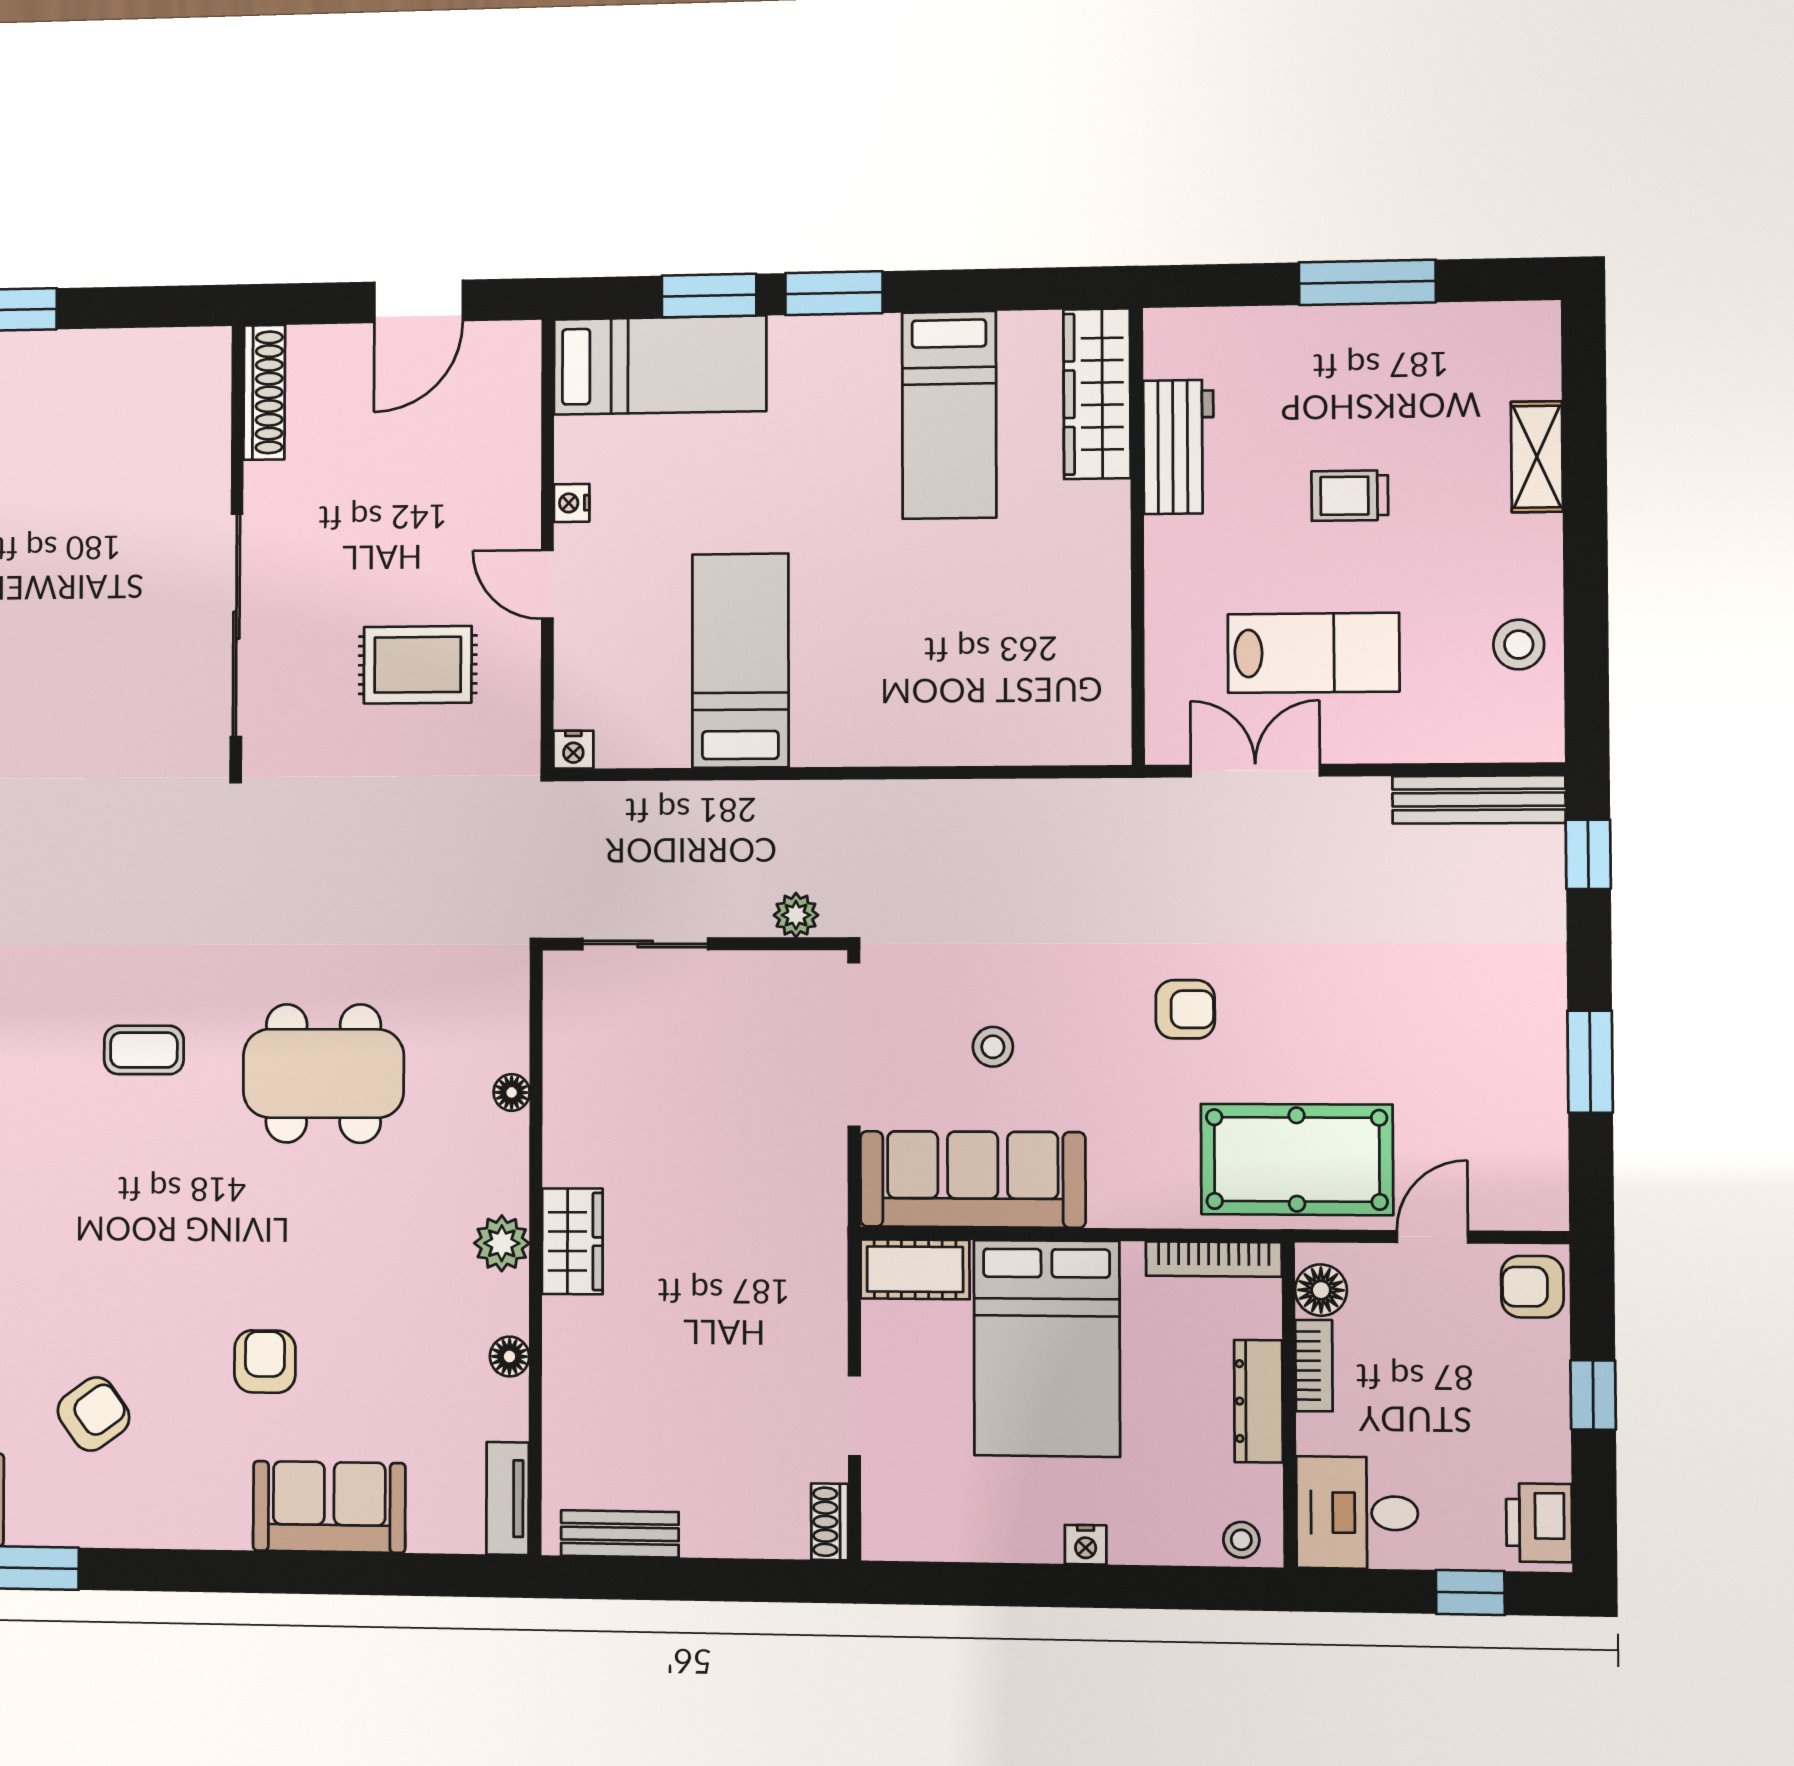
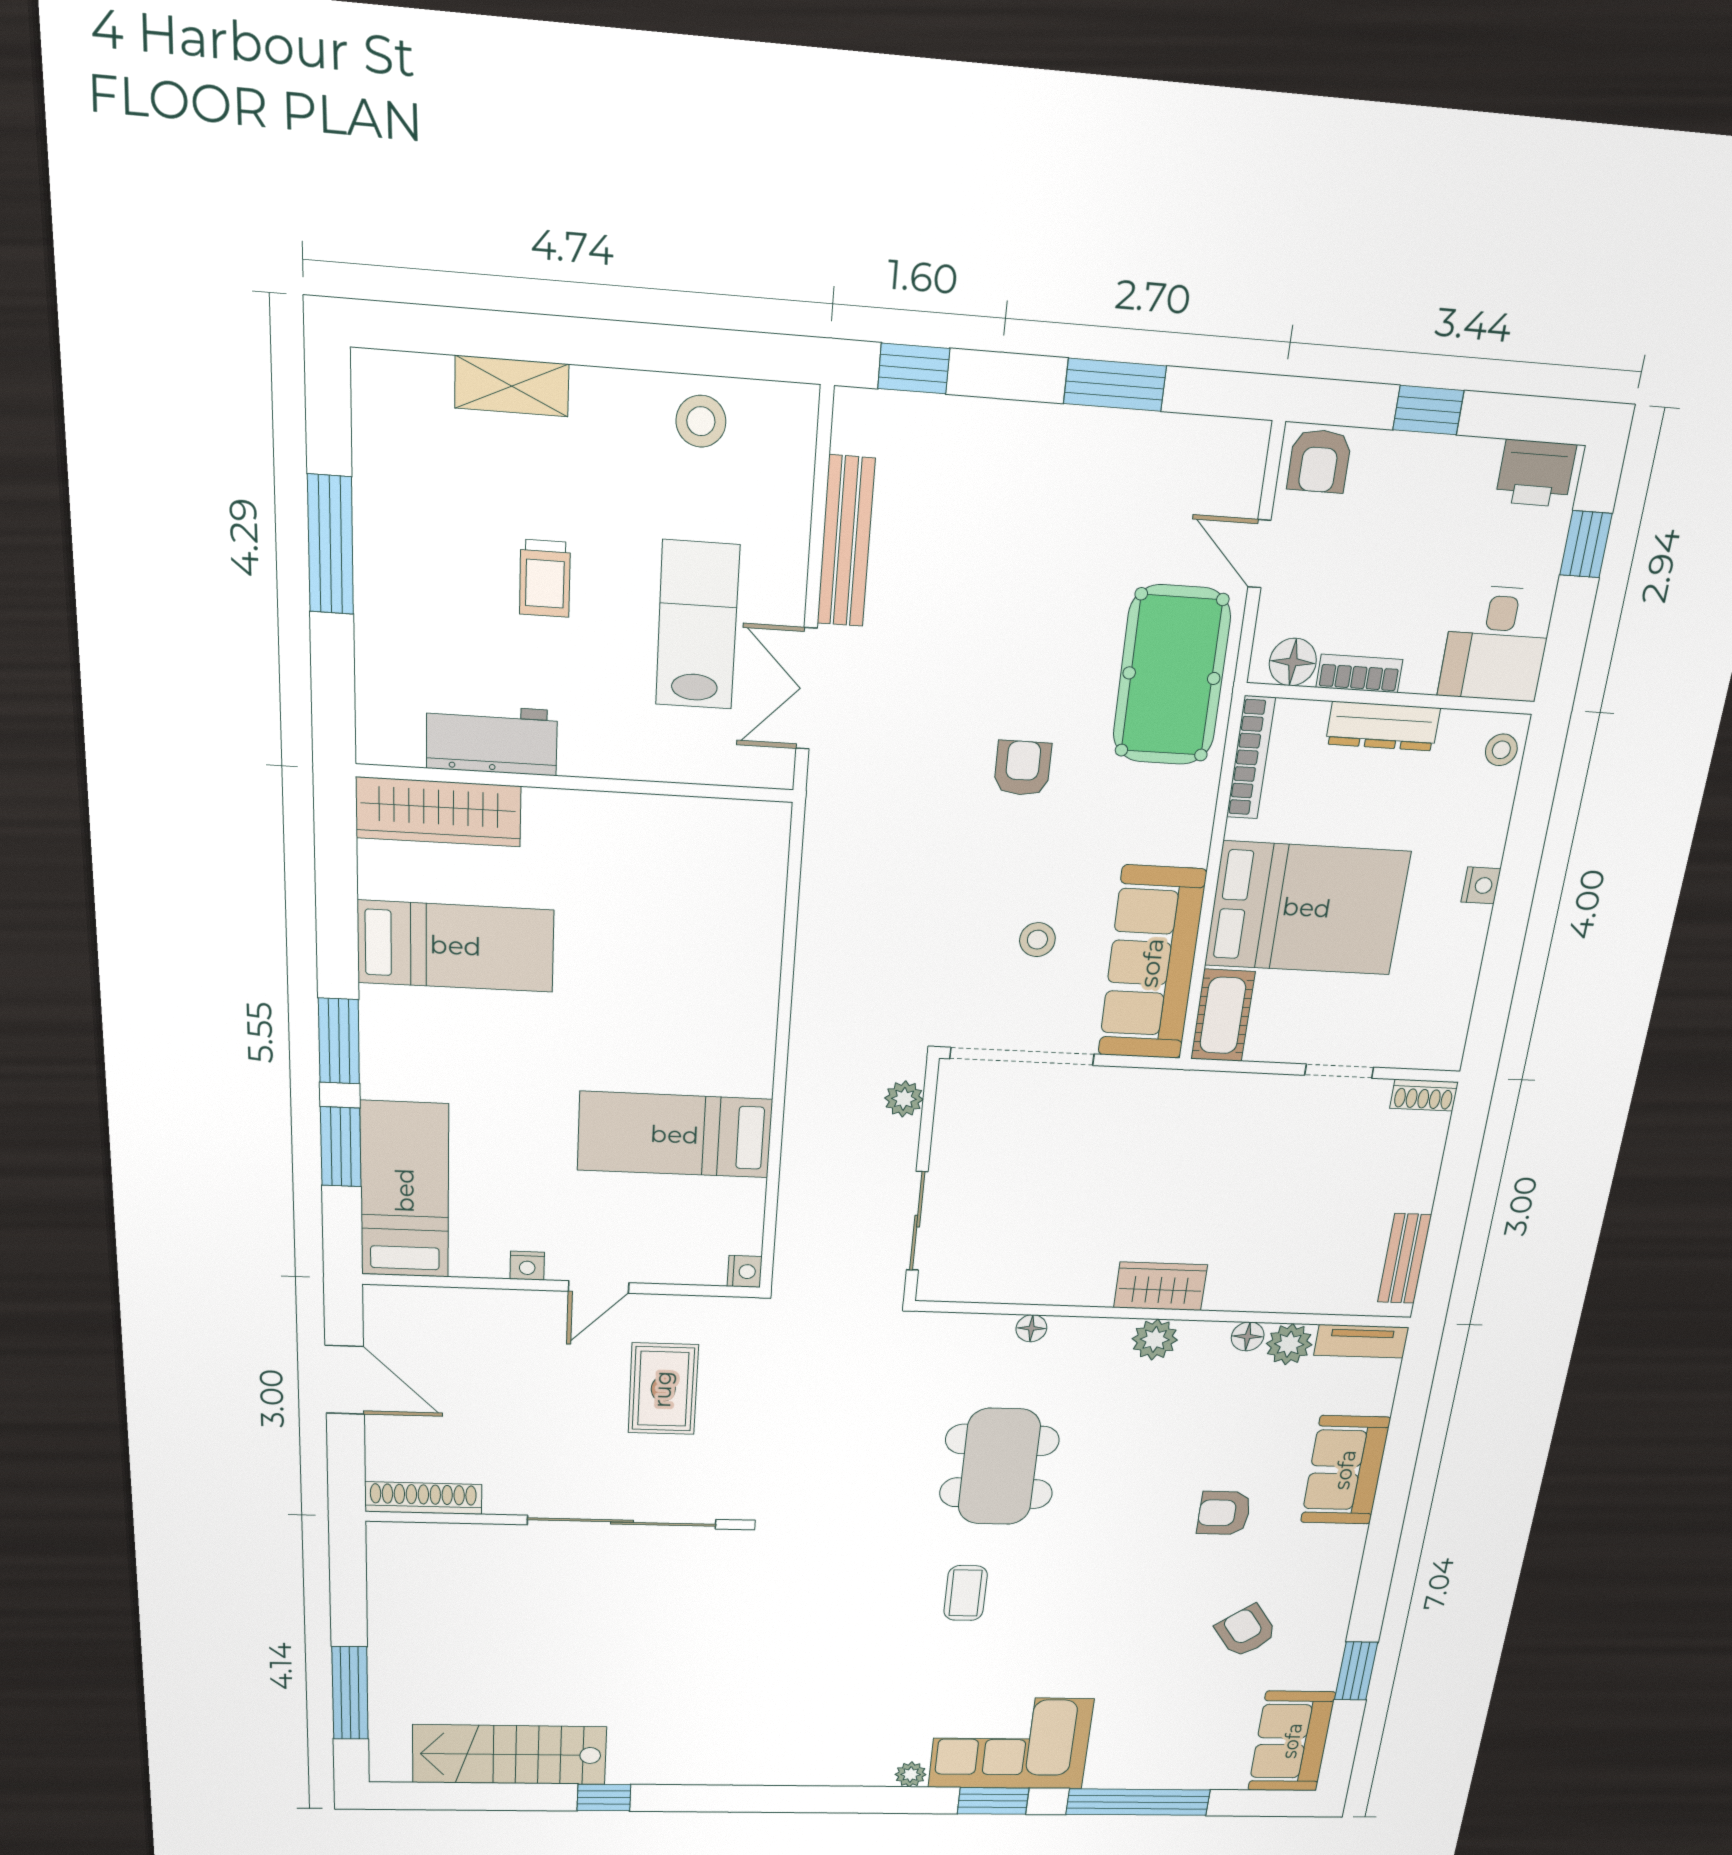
bench: (1479, 799) -> (846, 542), moved
plant: (501, 1409) -> (1289, 1344), added

